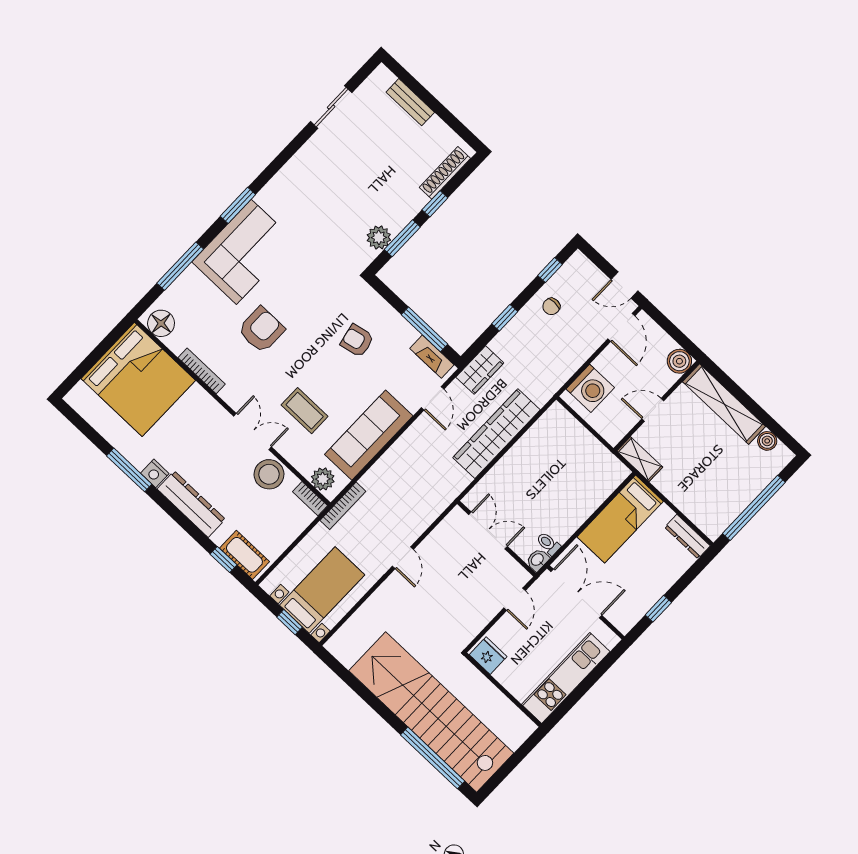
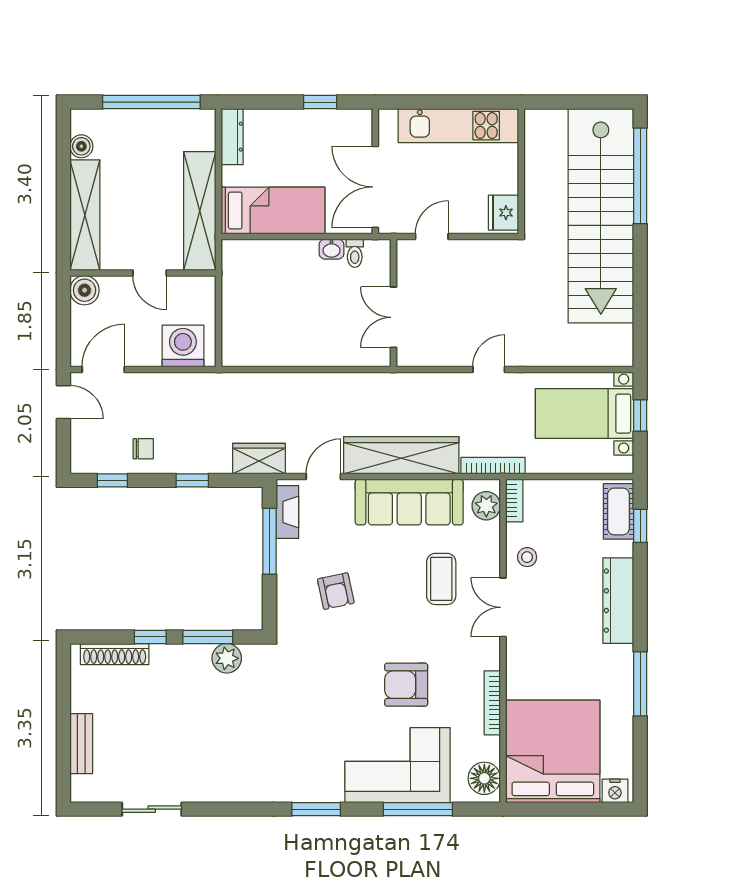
corner sofa: (244, 252) -> (398, 765), moved
wardrobe: (496, 434) -> (401, 455), moved, turned 180
shelving: (640, 459) -> (200, 211), width x2.20, depth x1.33
nightstand: (155, 473) -> (615, 791), moved, turned 90
stool: (269, 474) -> (527, 557), width x0.53, depth x0.53
washbasin: (538, 560) -> (332, 249), moved

